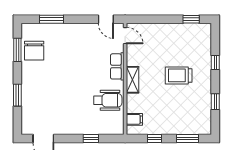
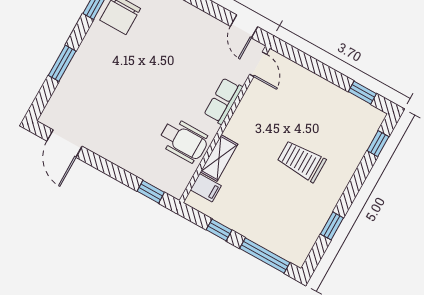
window: (215, 62) -> (378, 144), moved
shelving: (132, 80) -> (219, 158), moved
window: (91, 138) -> (151, 192), moved
window: (187, 138) -> (265, 255), width x1.44

